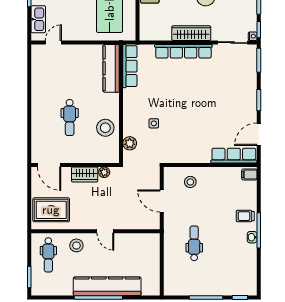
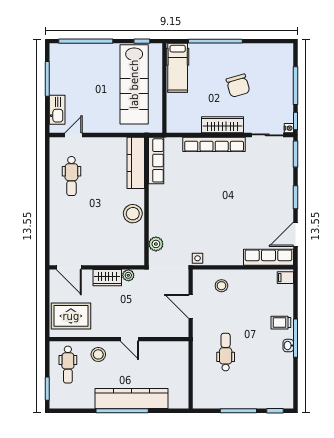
dental chair: (70, 118) -> (71, 176), moved
side table: (154, 123) -> (198, 258), moved
stool: (105, 128) -> (133, 214), moved

